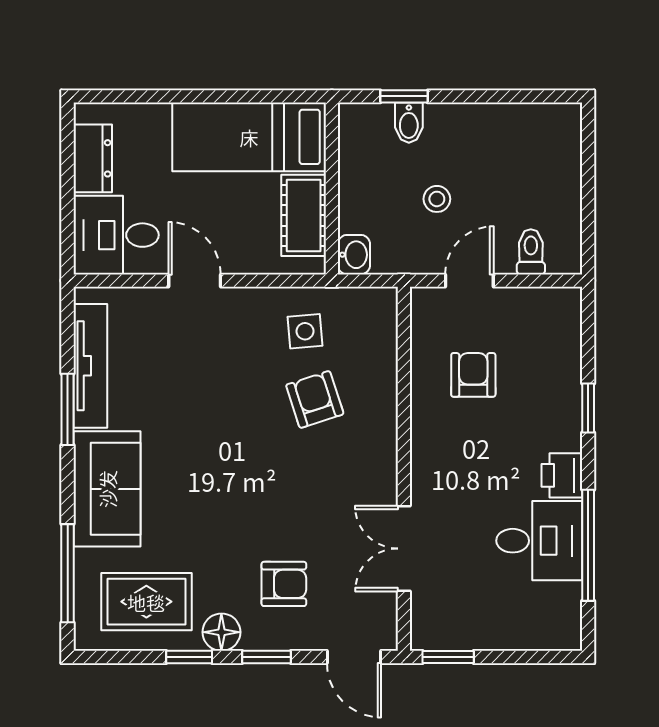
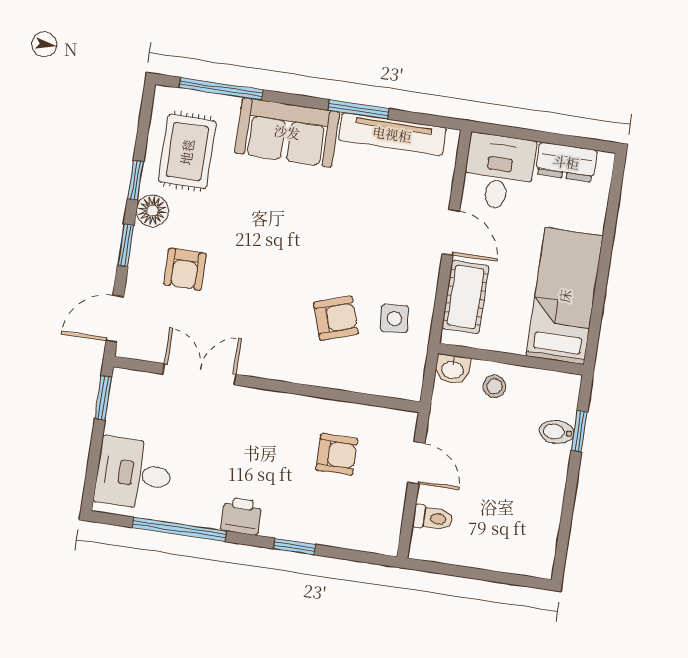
stool: (437, 199) -> (494, 386), moved
cot: (304, 215) -> (465, 297), moved, turned 90
door: (195, 281) -> (451, 232), hinge flipped
desk: (539, 541) -> (134, 473), moved, turned 90

